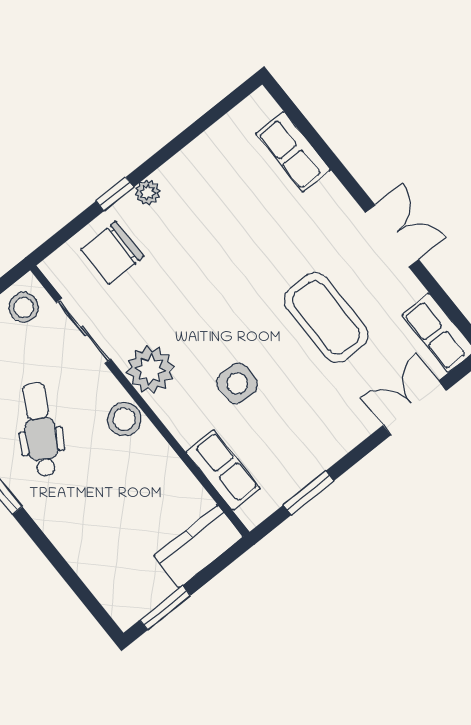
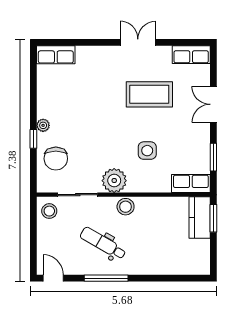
row of seats: (293, 152) -> (56, 55), moved
double door: (415, 408) -> (213, 104), moved
row of seats: (223, 470) -> (191, 184), moved
window: (165, 608) -> (213, 218), moved

